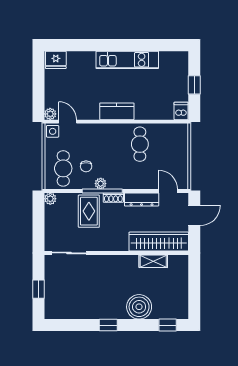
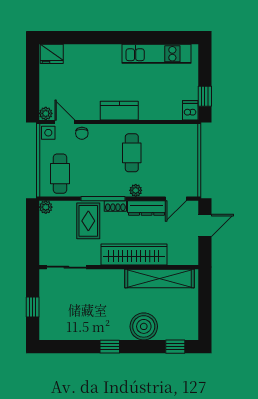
kitchen unit: (127, 60) -> (157, 54), moved
window: (194, 85) -> (205, 96), moved
cafe table: (140, 144) -> (132, 153), moved
chair: (86, 166) -> (82, 133), moved
plant: (101, 184) -> (136, 190), moved
door: (168, 191) -> (176, 199), swing flipped
wardrobe: (159, 242) -> (134, 254), moved
shelving: (153, 261) -> (159, 278), width x2.20, depth x1.33

